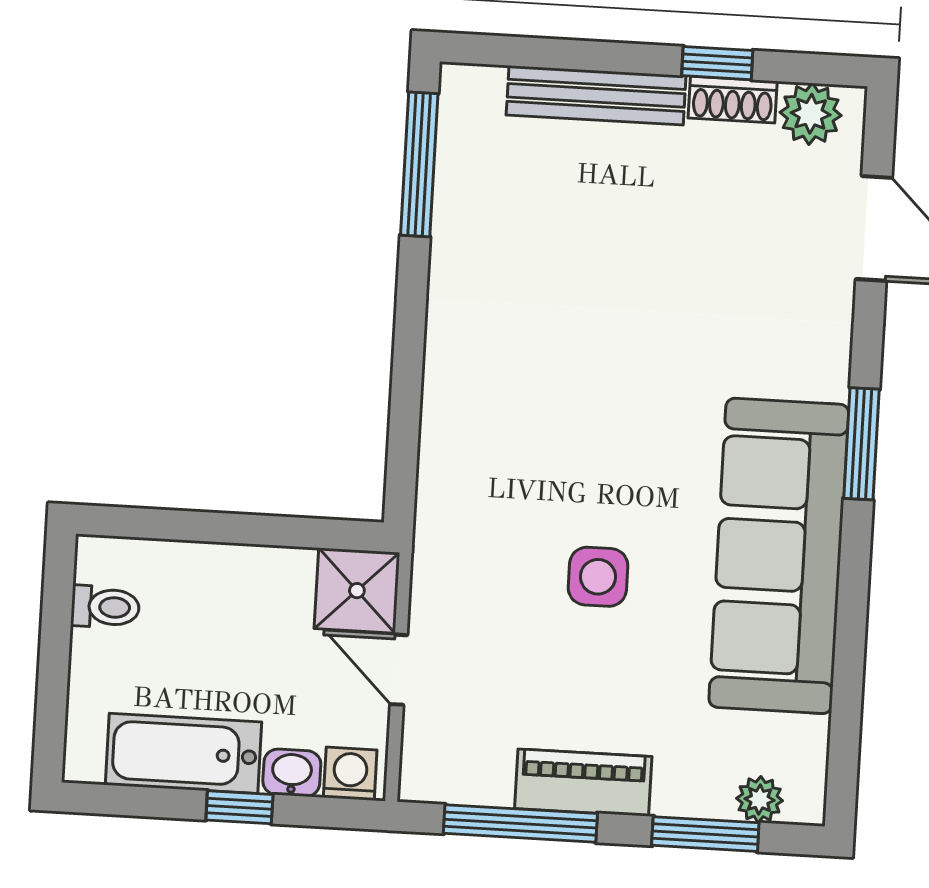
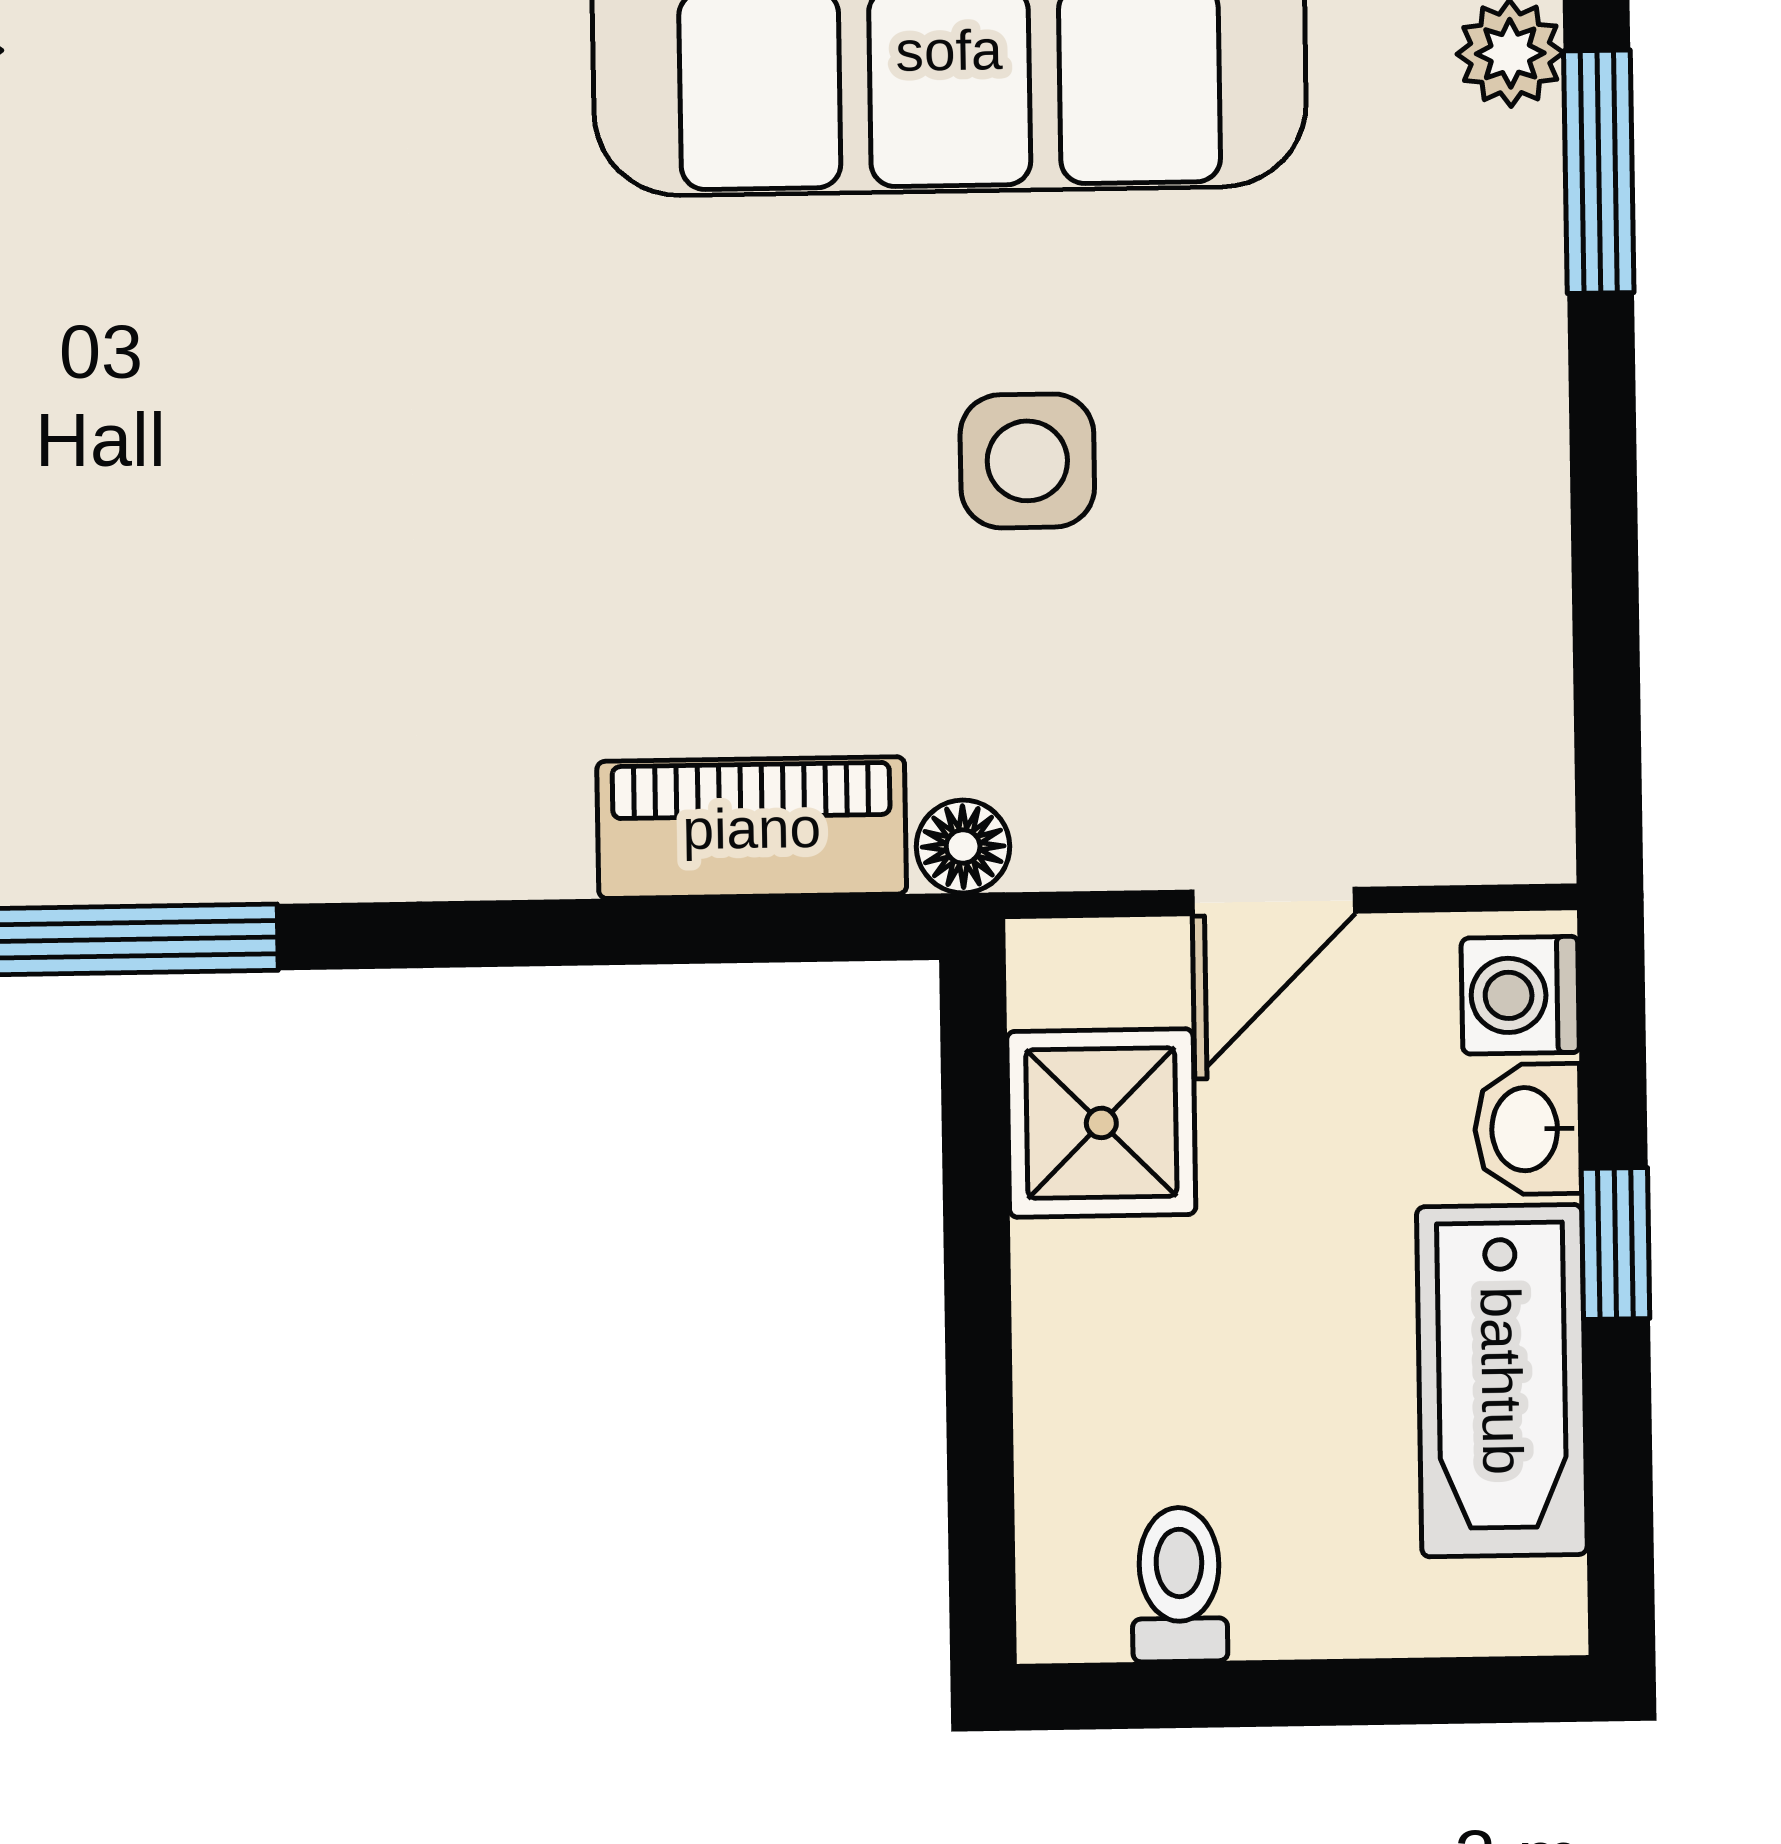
floor lamp: (433, 537) -> (963, 847), added
shower: (357, 591) -> (1101, 1123), moved
piano: (583, 783) -> (752, 828), moved, turned 90
window: (520, 823) -> (1605, 597), removed

